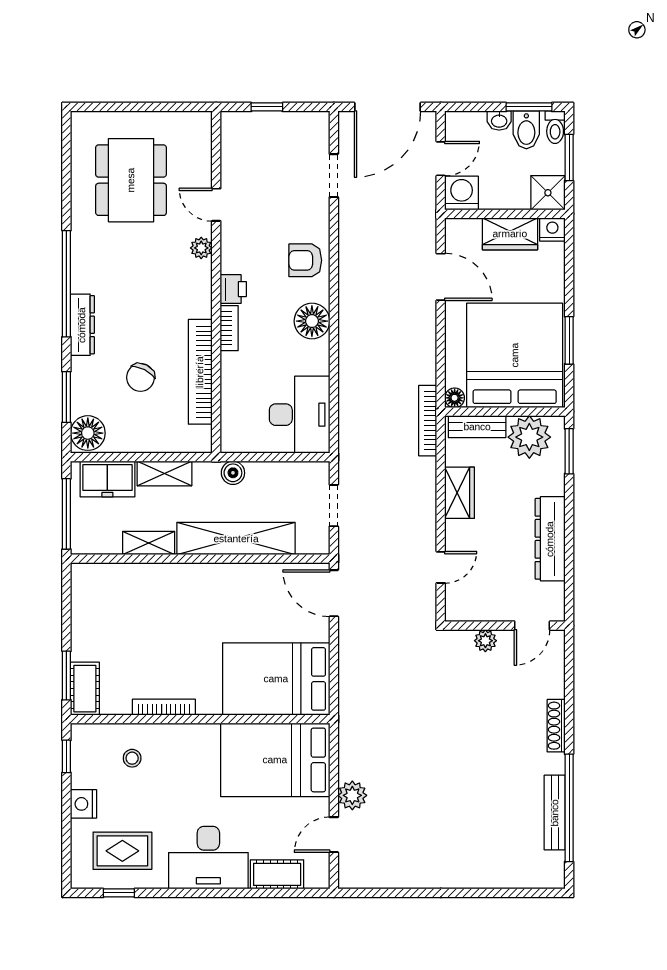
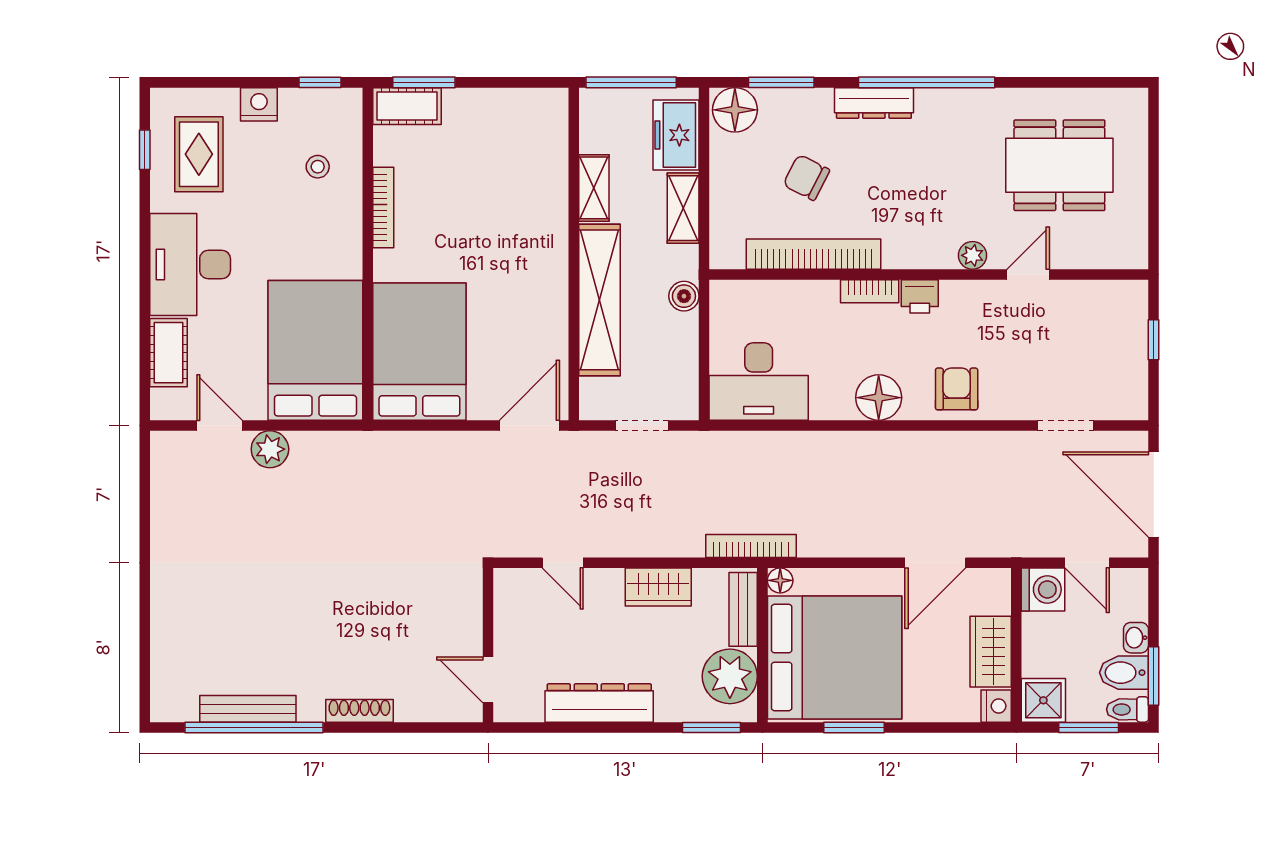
plant: (485, 641) -> (468, 620), removed

